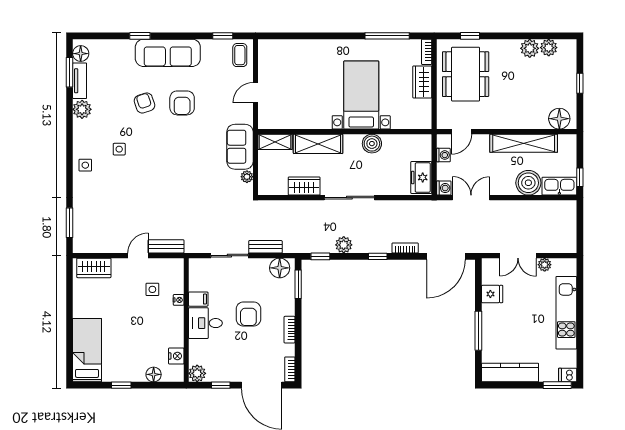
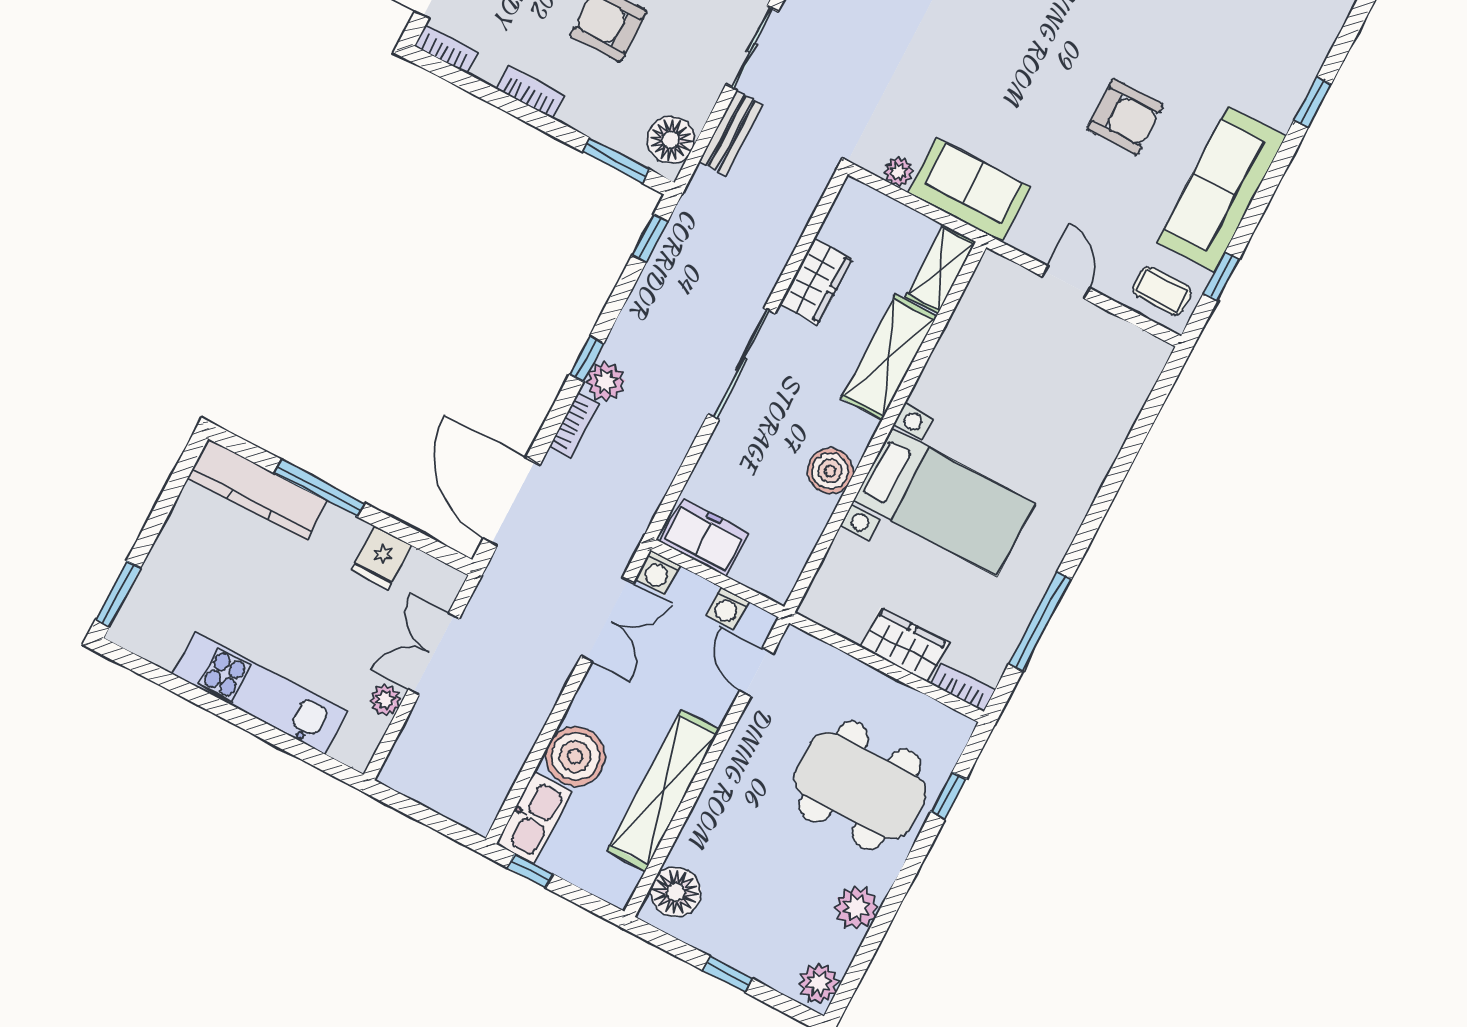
plant: (549, 48) -> (819, 983), moved
sofa: (168, 53) -> (1221, 189), moved
dining table: (466, 74) -> (860, 786), moved
armchair: (144, 103) -> (1166, 38), removed
armchair: (182, 103) -> (1125, 117), turned 180
plant: (344, 245) -> (606, 382), moved
kitchen counter: (510, 372) -> (257, 490), moved, turned 90
dishwasher: (568, 375) -> (128, 627), removed

